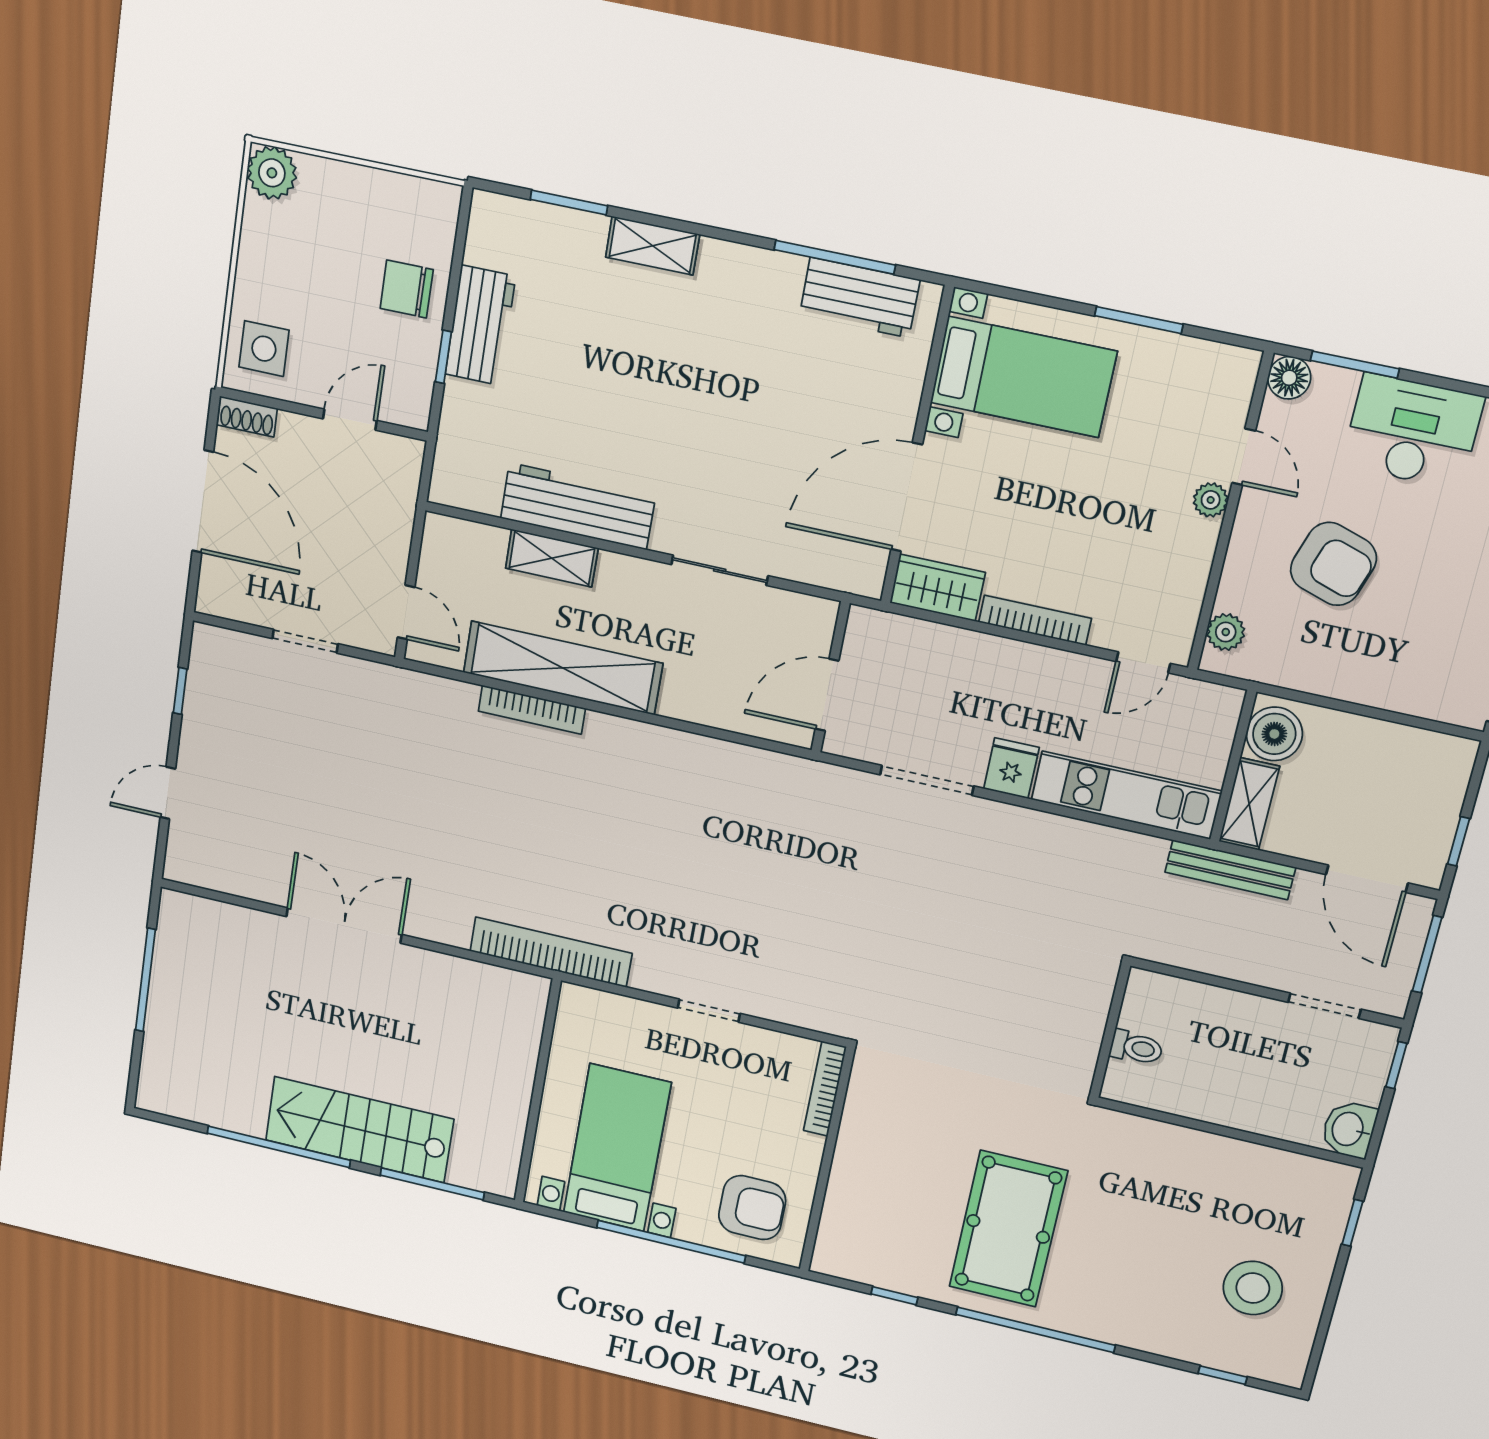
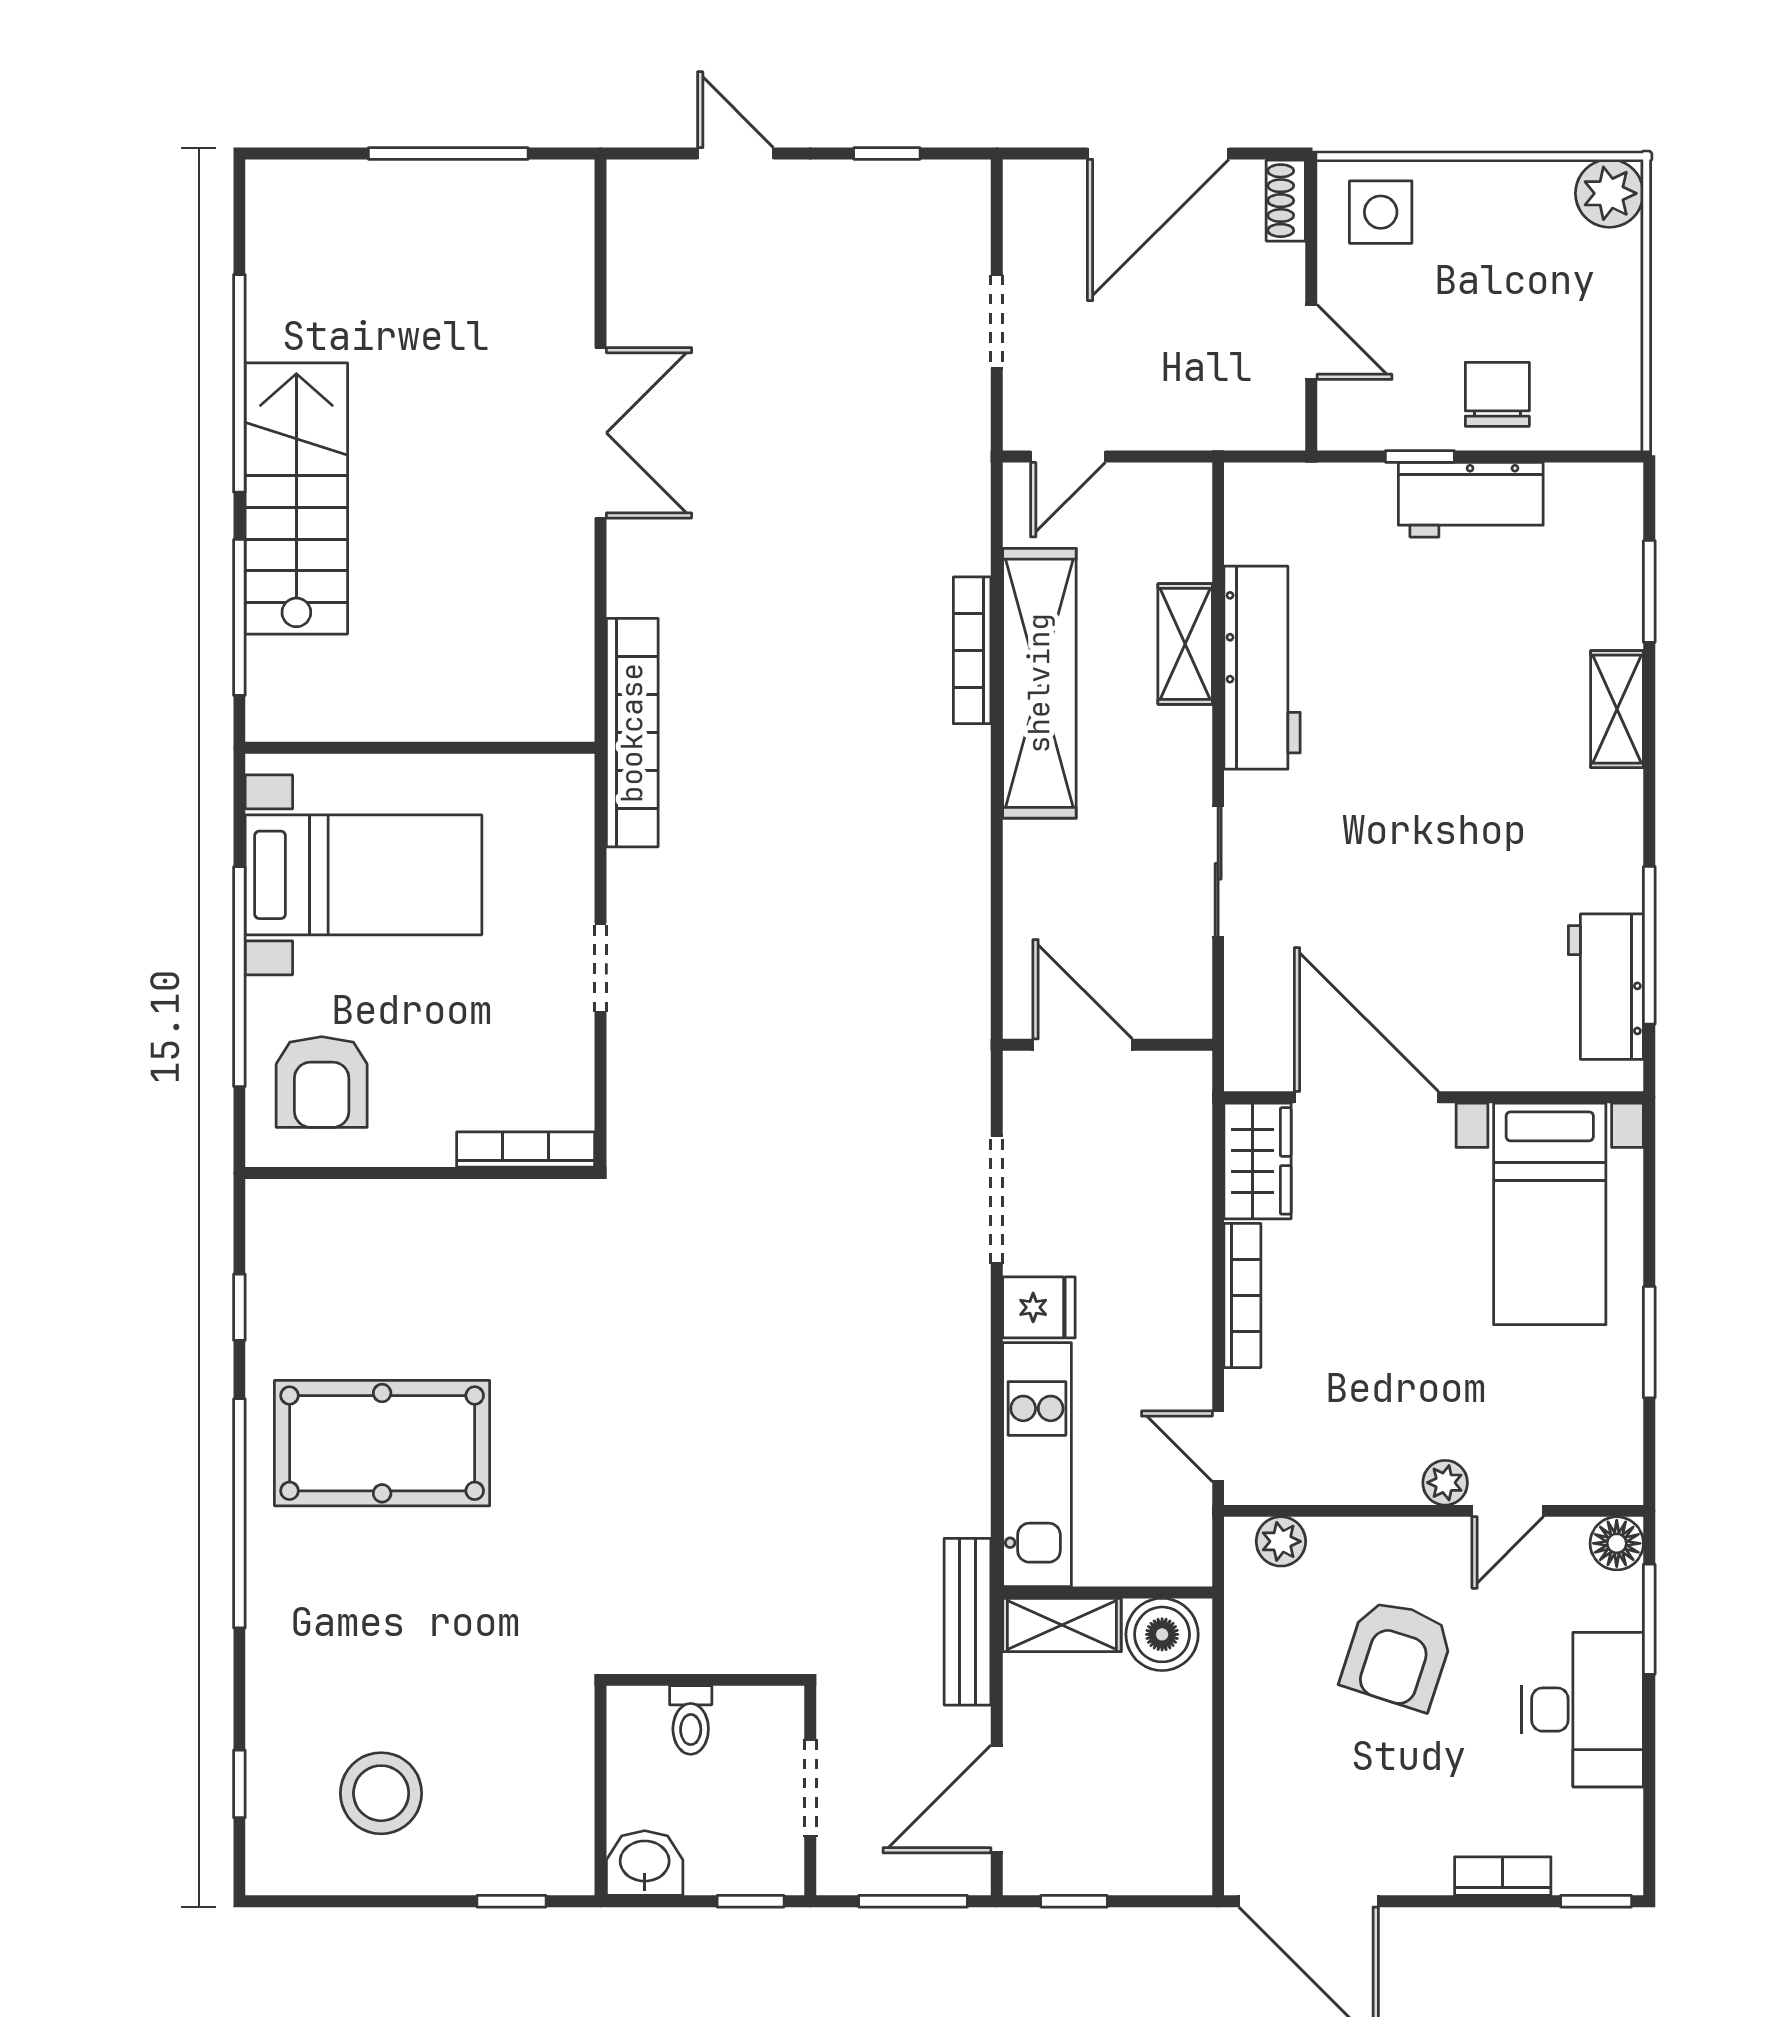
wall: (1110, 1031) -> (705, 1680), moved
toilet: (1136, 1048) -> (691, 1720), moved

